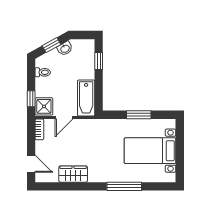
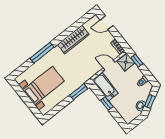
window: (99, 61) -> (107, 103), moved
window: (139, 115) -> (79, 92), moved
door: (64, 117) -> (109, 65), hinge flipped
wardrobe: (73, 174) -> (73, 40), width x1.50

